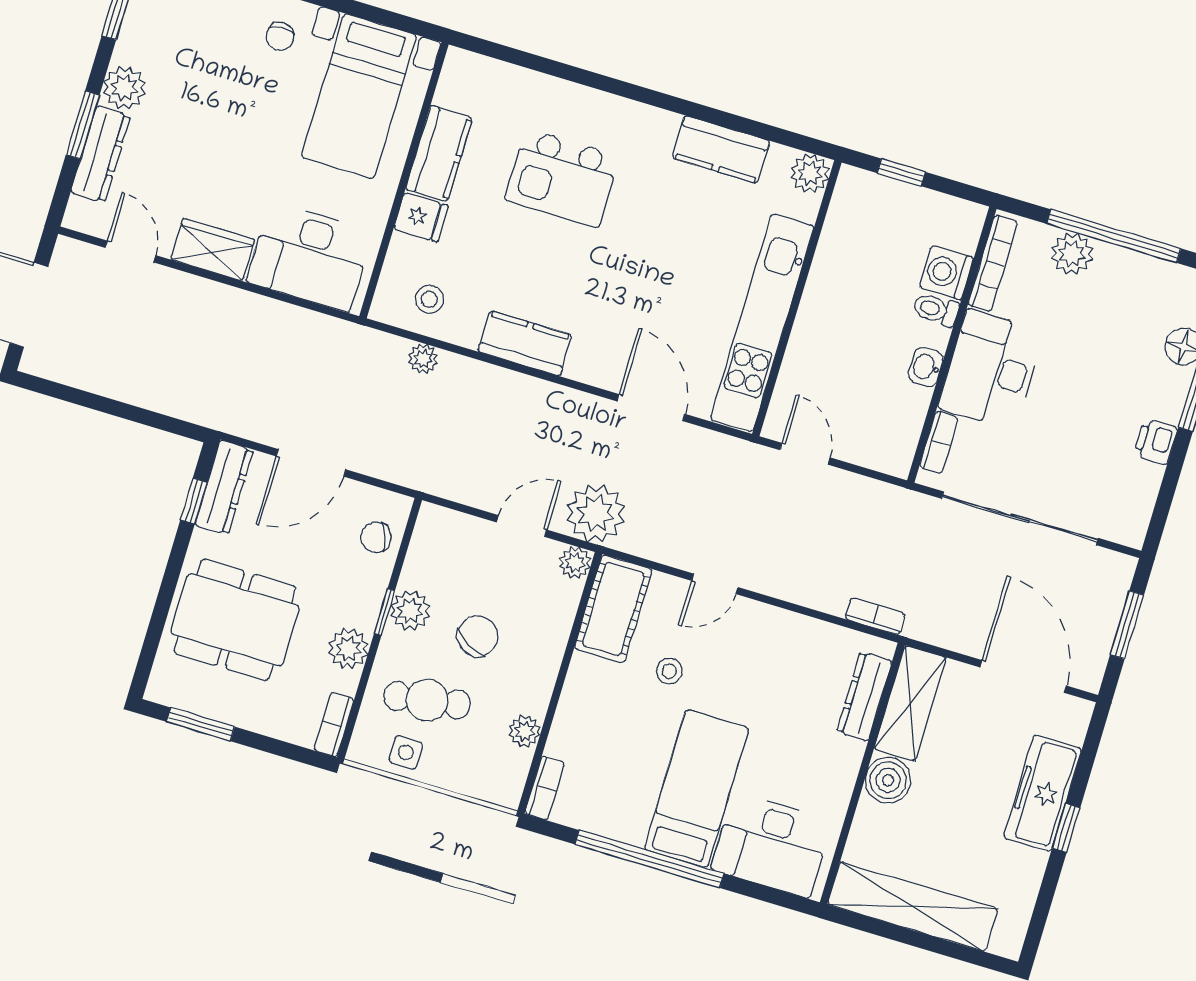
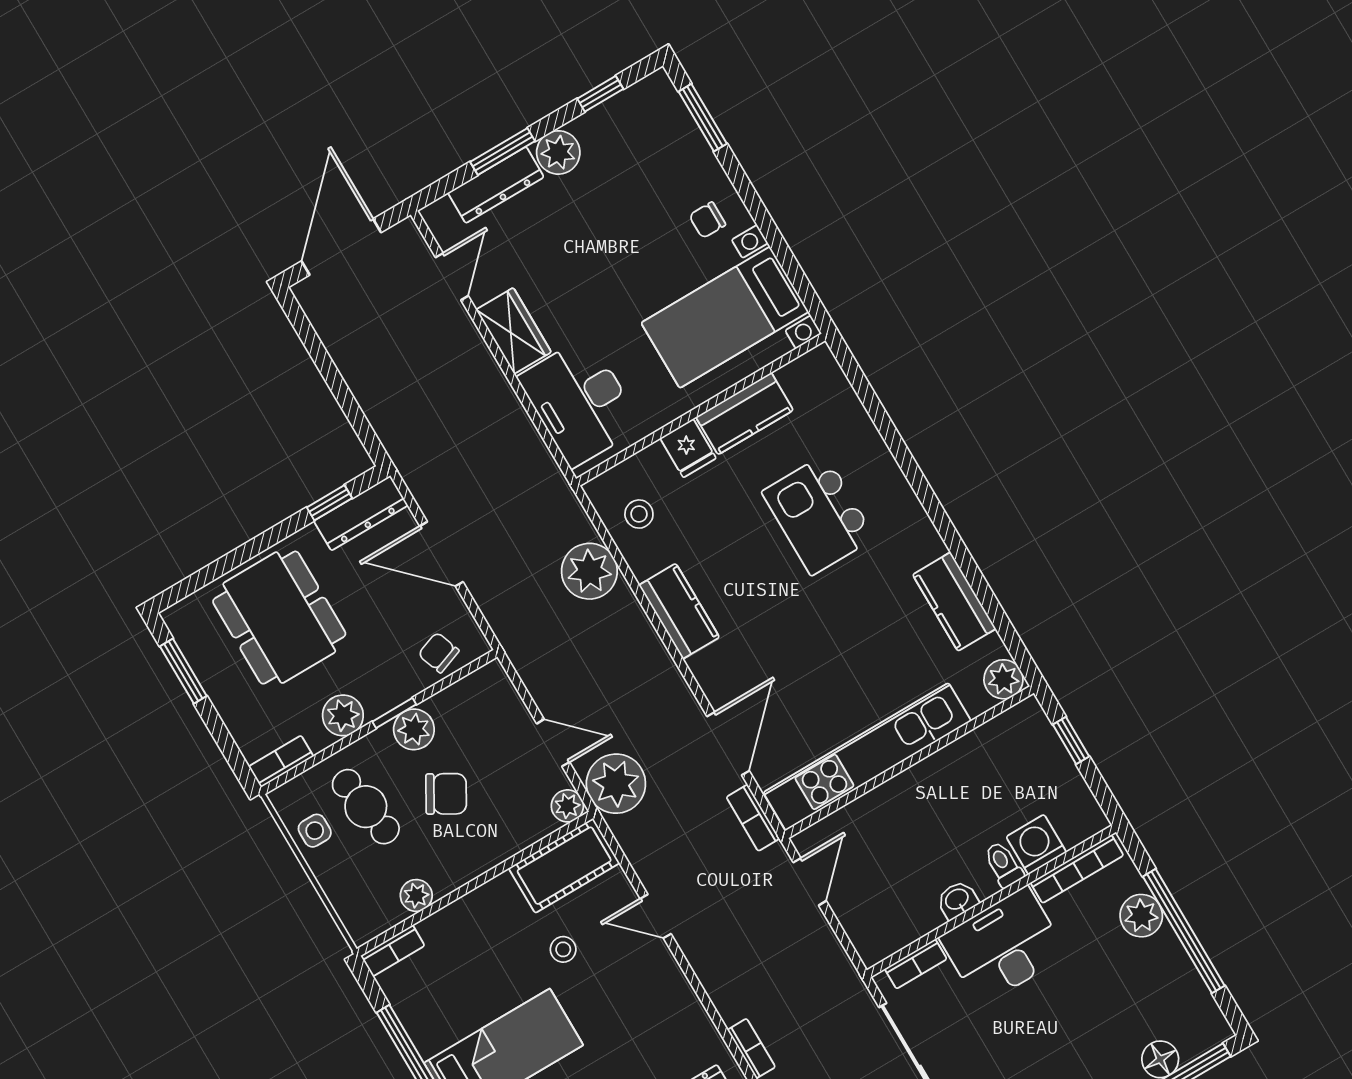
plant: (423, 359) -> (589, 571), width x1.88, depth x1.88
bookcase: (720, 445) -> (753, 818), added

